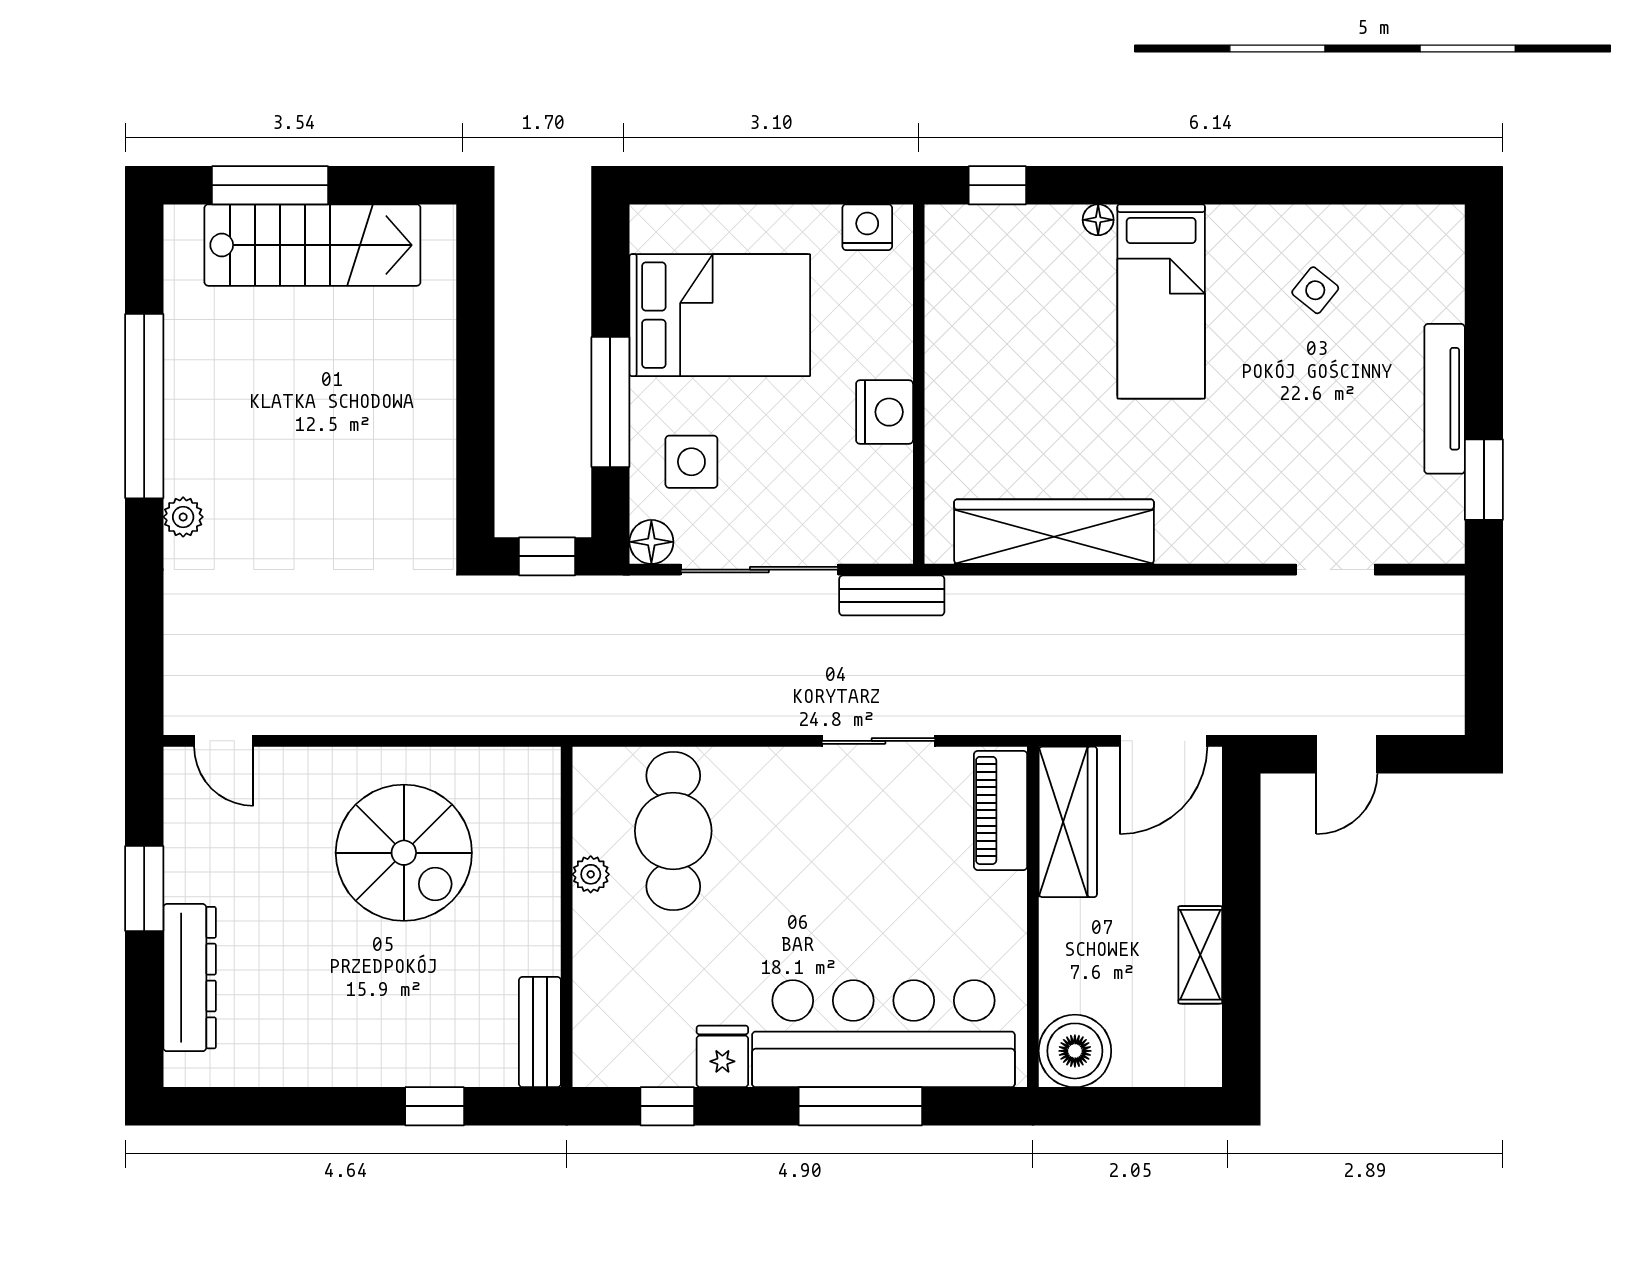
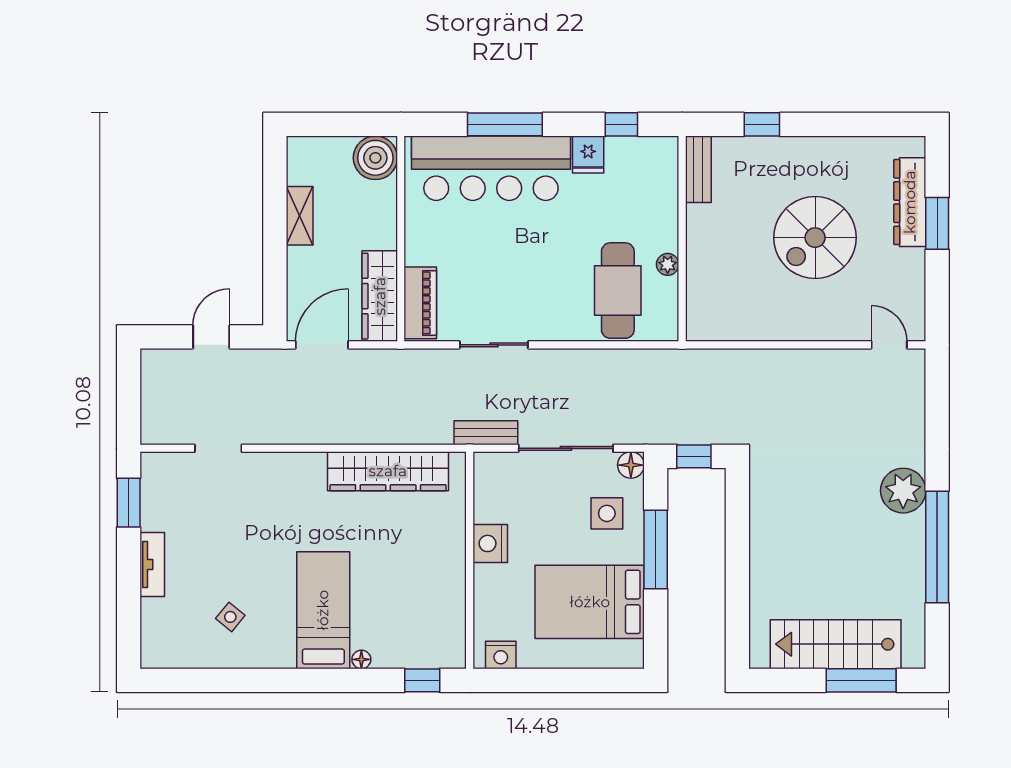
tv unit: (1445, 399) -> (152, 565), width x0.71
plant: (183, 517) -> (903, 491), width x1.88, depth x1.88
spiral stairs: (404, 853) -> (815, 238), moved, turned -90
window: (144, 889) -> (937, 223), moved

